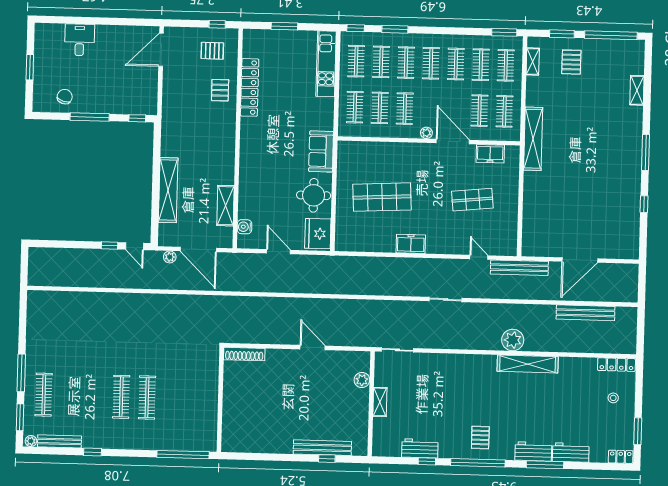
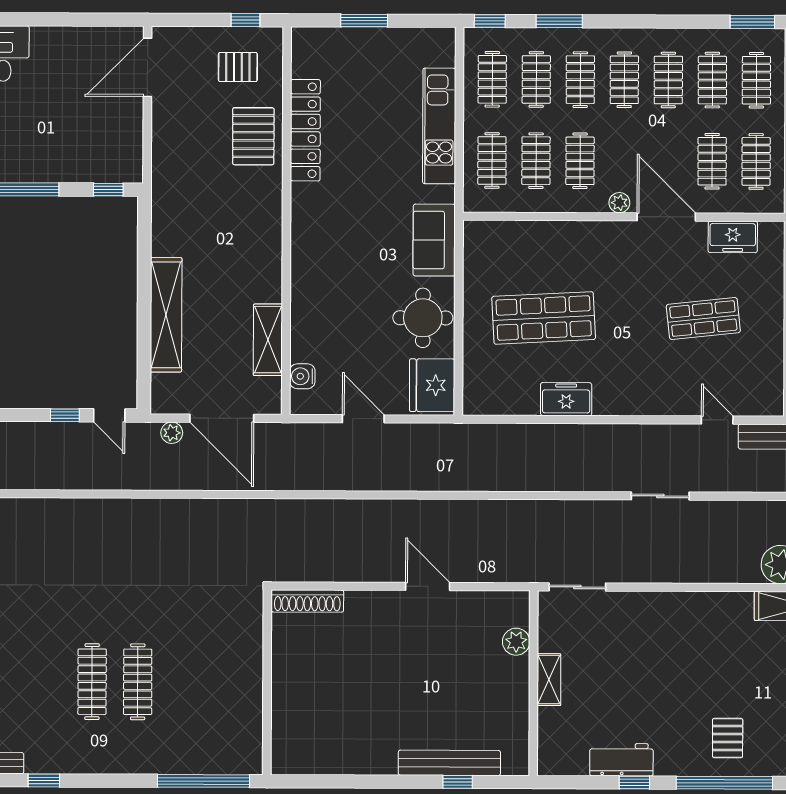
kitchen unit: (326, 64) -> (439, 126), moved
pallet: (220, 90) -> (253, 136), width x1.50, depth x1.42
freezer: (411, 244) -> (566, 399), moved

